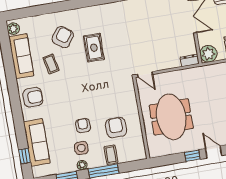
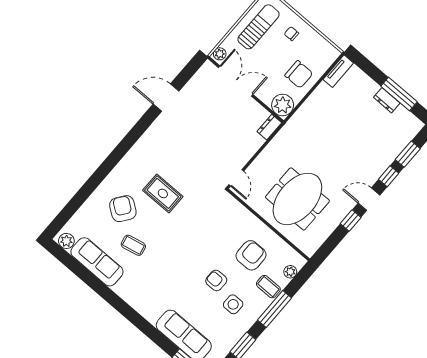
door: (145, 74) -> (236, 178), hinge flipped
armchair: (33, 97) -> (143, 294), removed
meeting table: (171, 117) -> (297, 199), turned 90
armchair: (116, 128) -> (251, 255), turned 90
plant: (82, 165) -> (290, 272), moved

